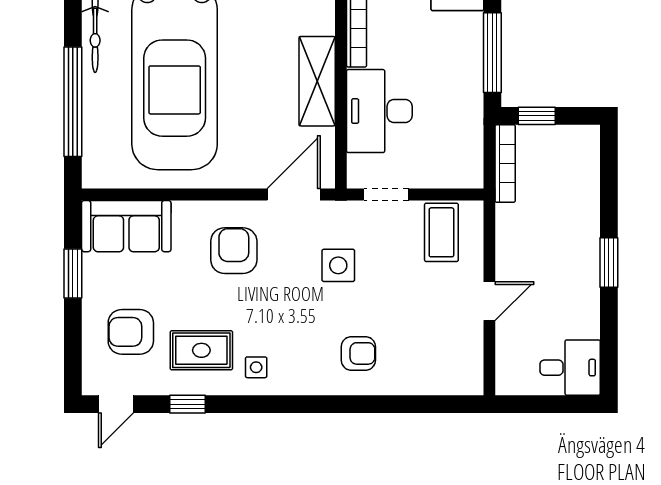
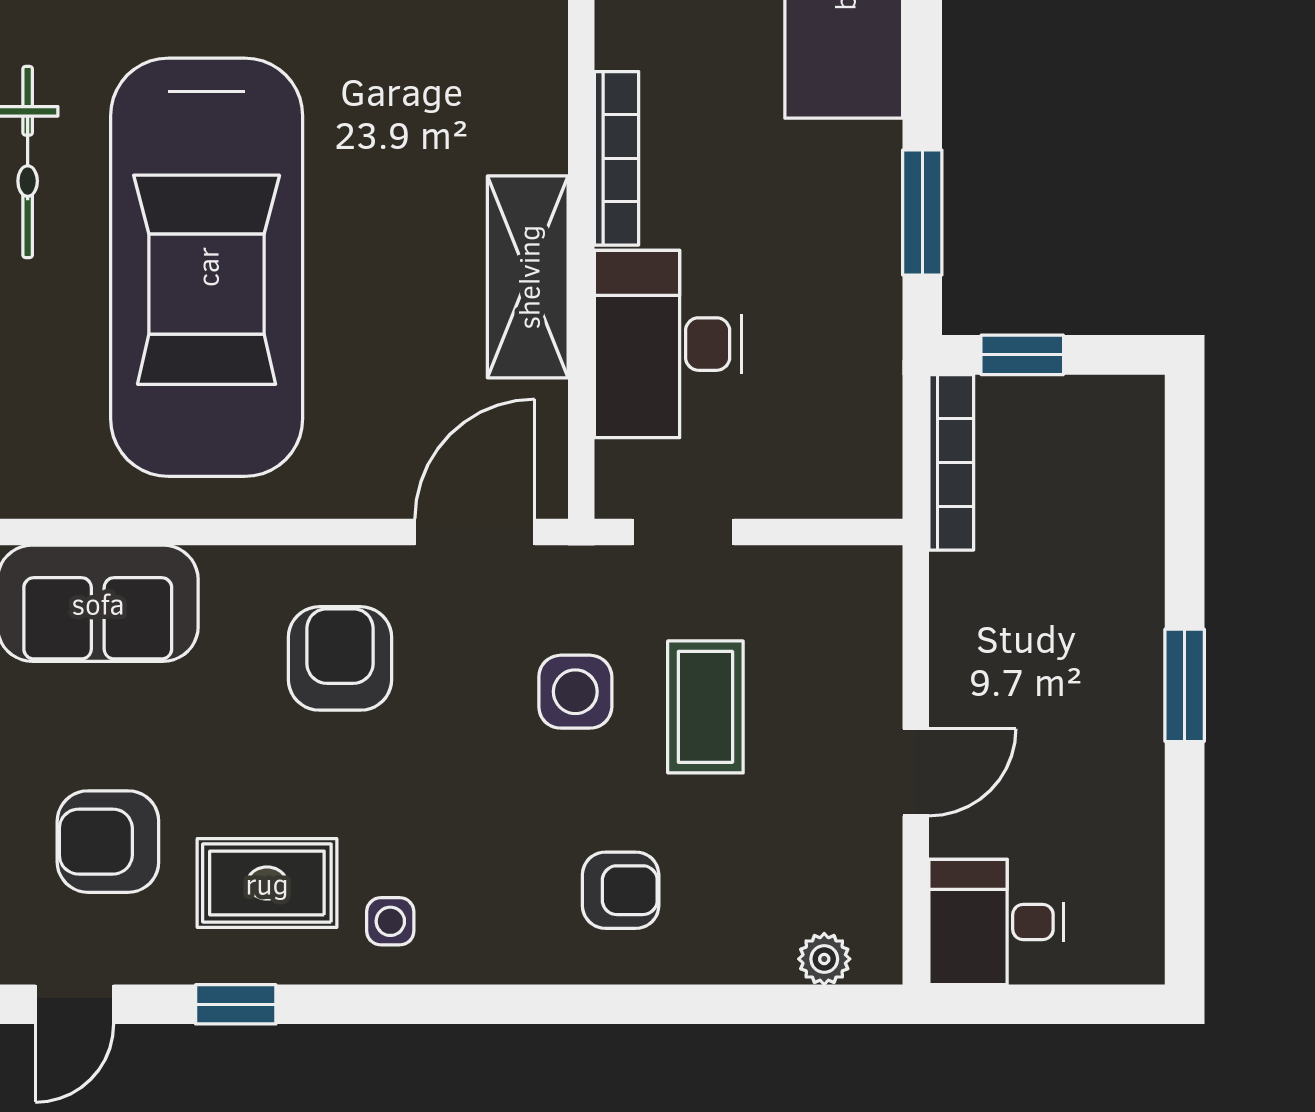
window: (492, 53) -> (922, 212), width x0.69
coffee table: (441, 232) -> (705, 707), moved
desk: (570, 368) -> (996, 922), moved, turned 180
plant: (449, 384) -> (824, 959), added

